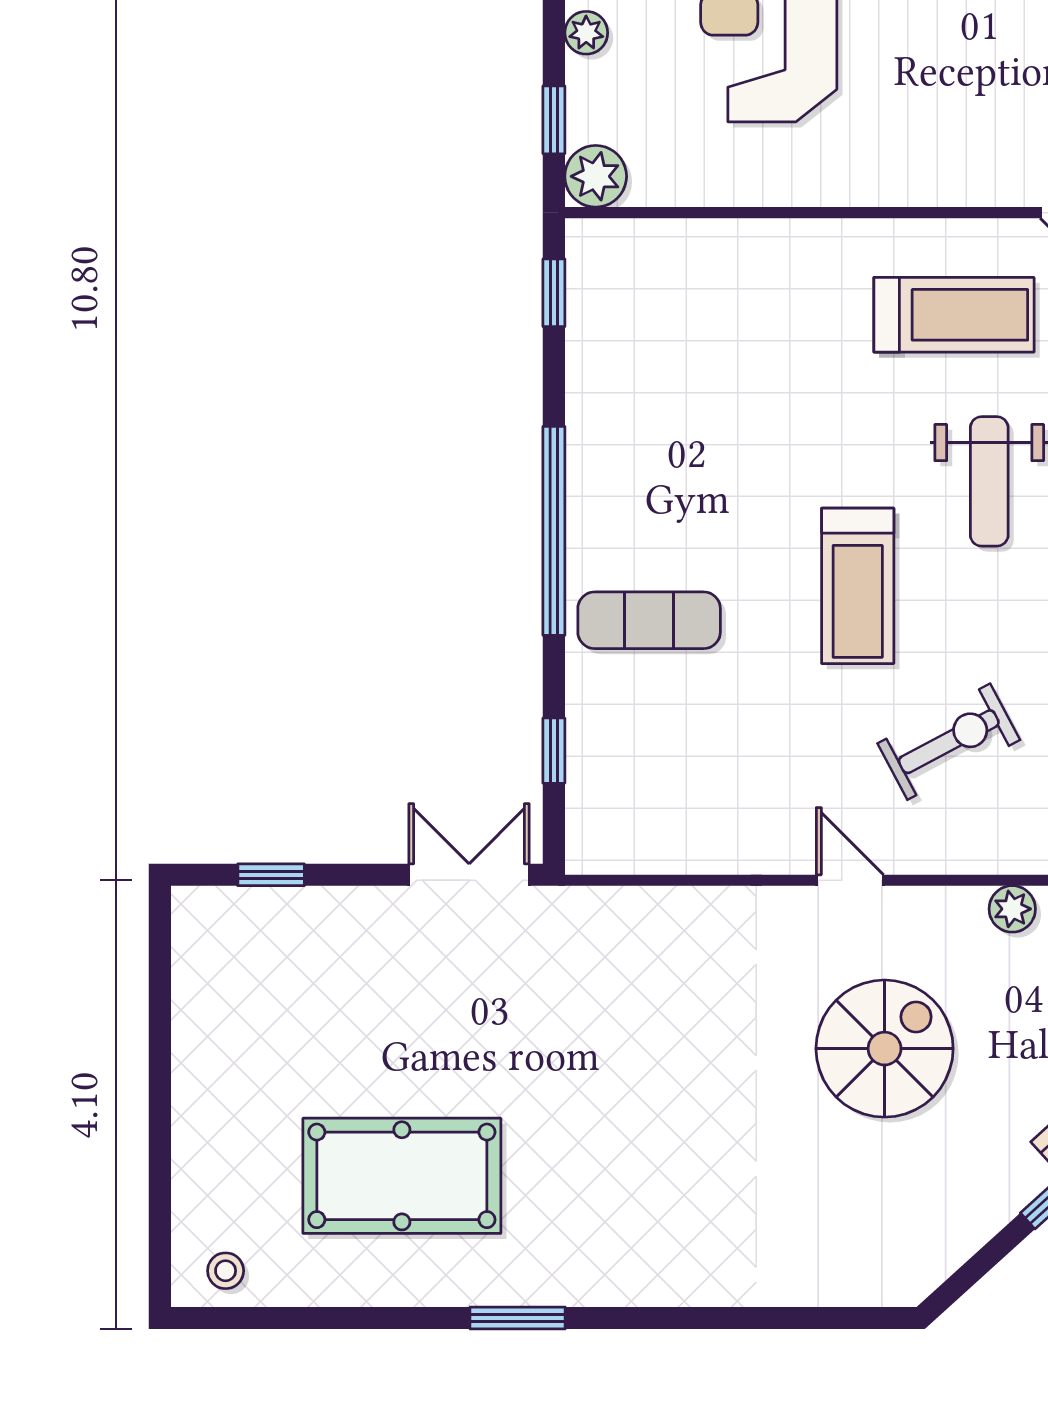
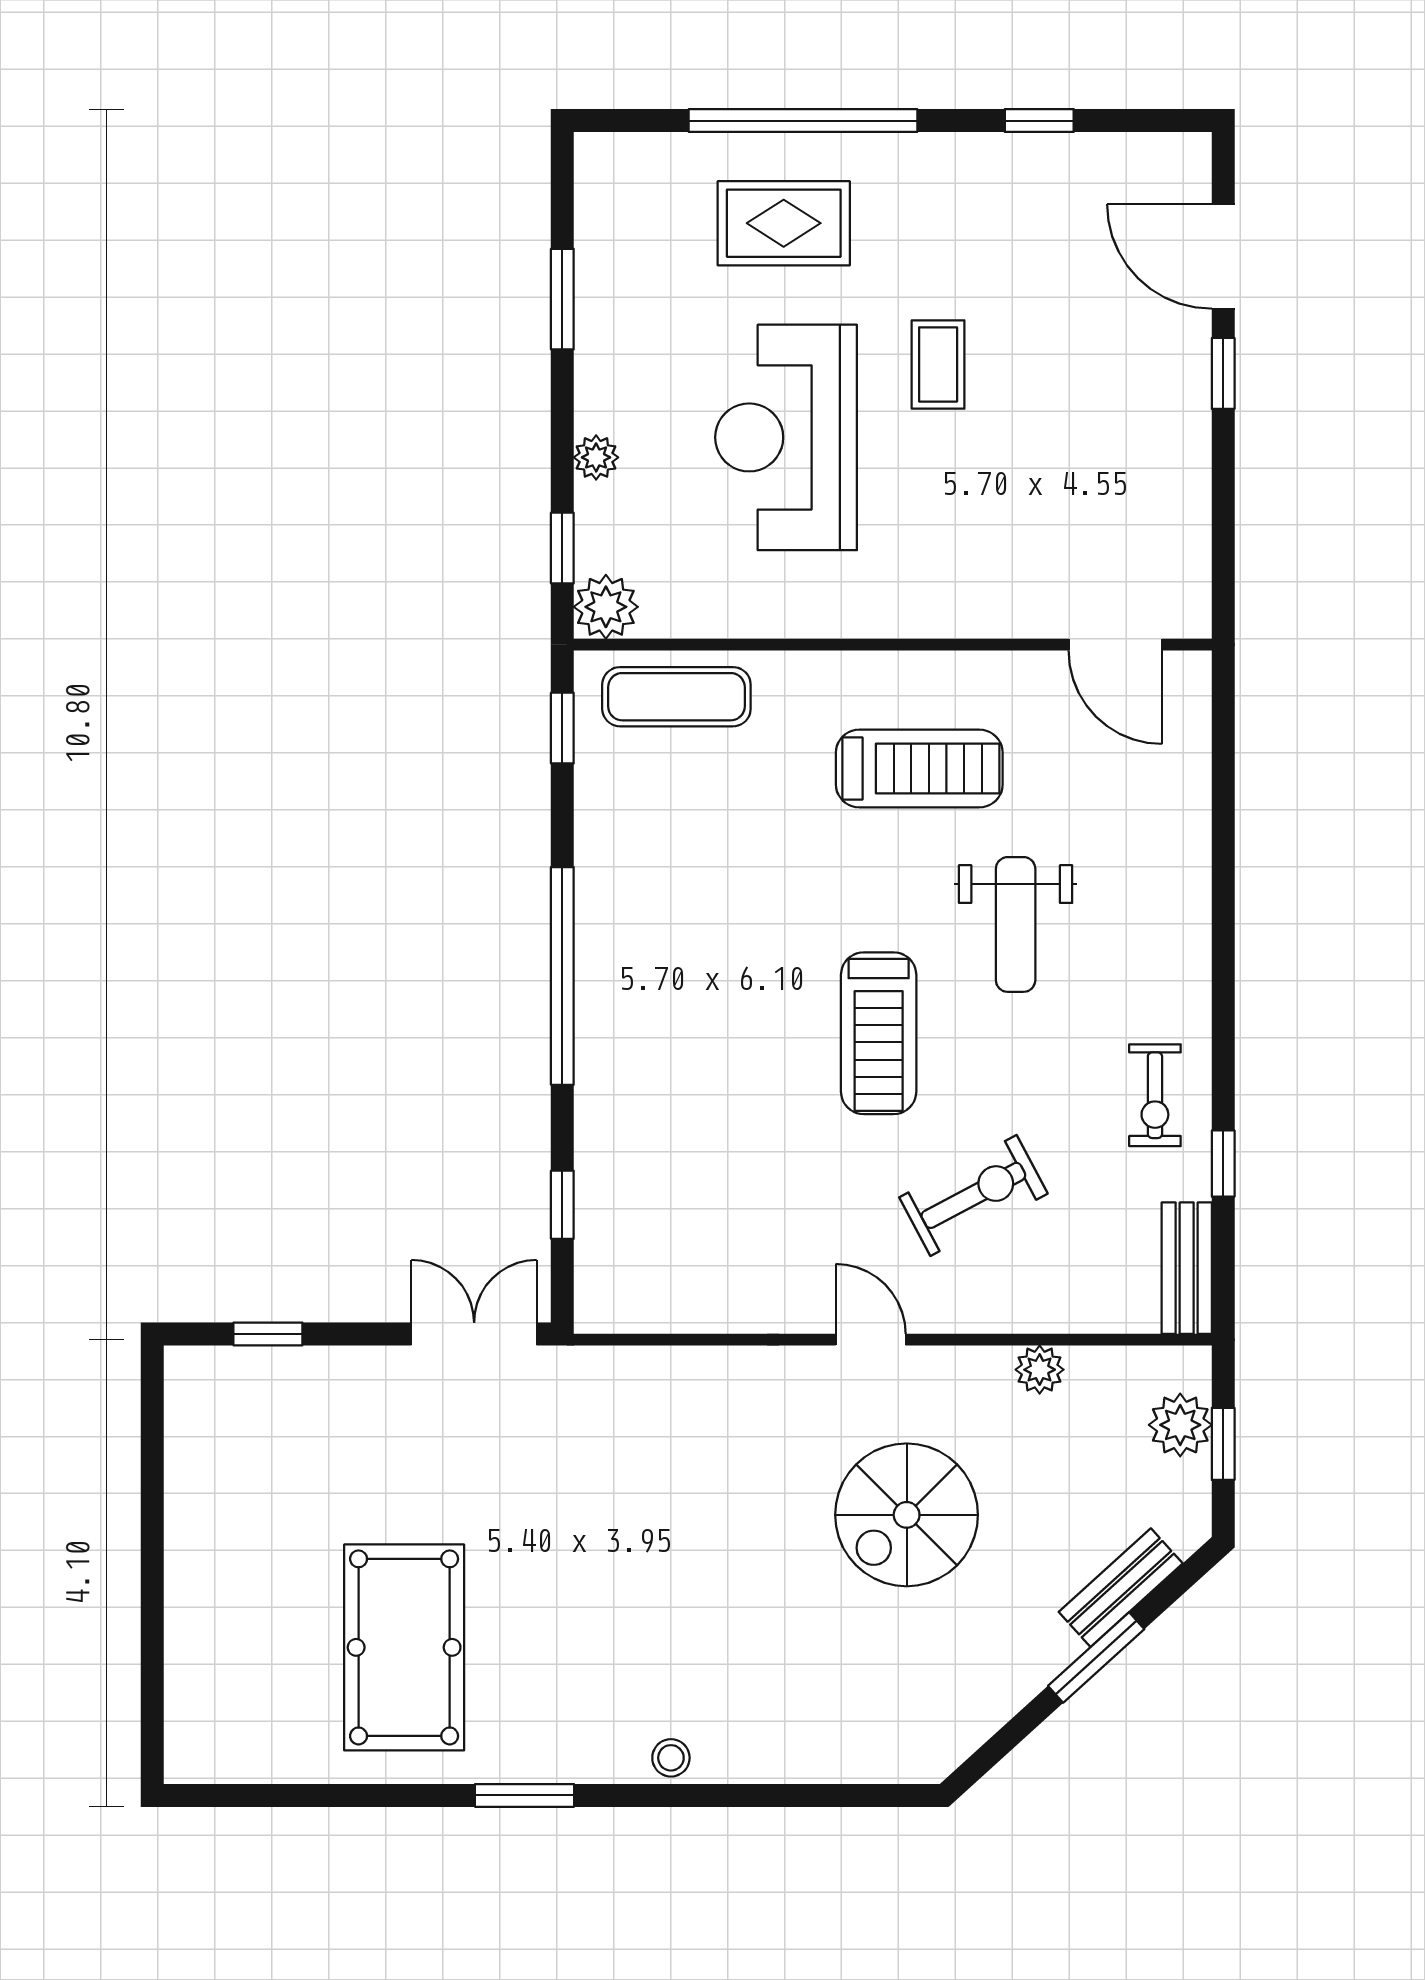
treadmill: (954, 315) -> (919, 769), moved
exercise mat: (649, 620) -> (676, 697), moved
spiral stairs: (885, 1049) -> (907, 1515), turned 180
pool table: (402, 1176) -> (404, 1647), turned 90
stool: (226, 1271) -> (671, 1758), moved

